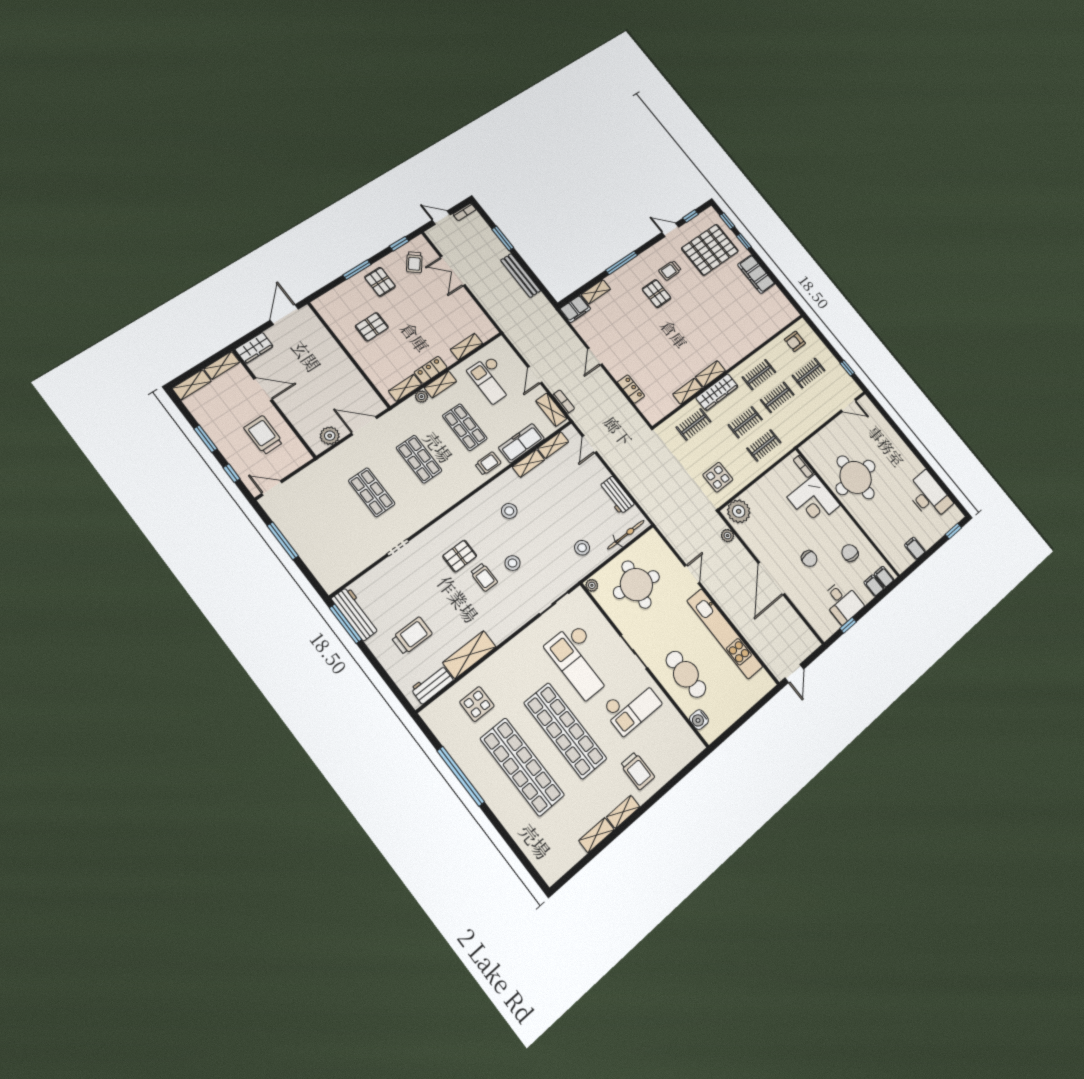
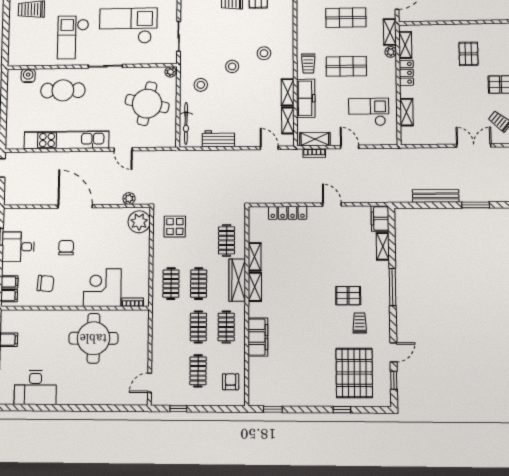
window: (727, 221) -> (273, 409), moved
filing cabinet: (756, 274) -> (258, 337), moved, turned 90
shelving: (440, 384) -> (390, 32), moved
locker: (631, 389) -> (288, 213), width x1.53
chair: (809, 559) -> (66, 248), turned 90
stool: (513, 563) -> (232, 66), moved

